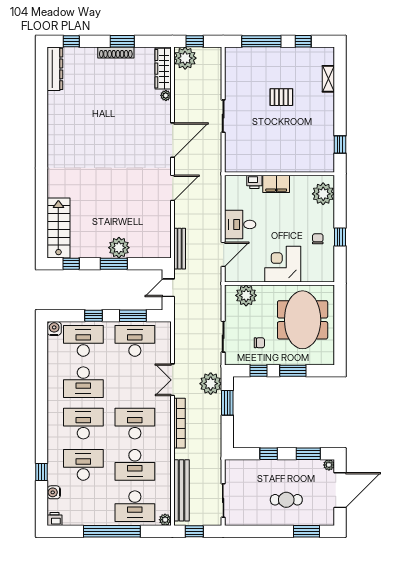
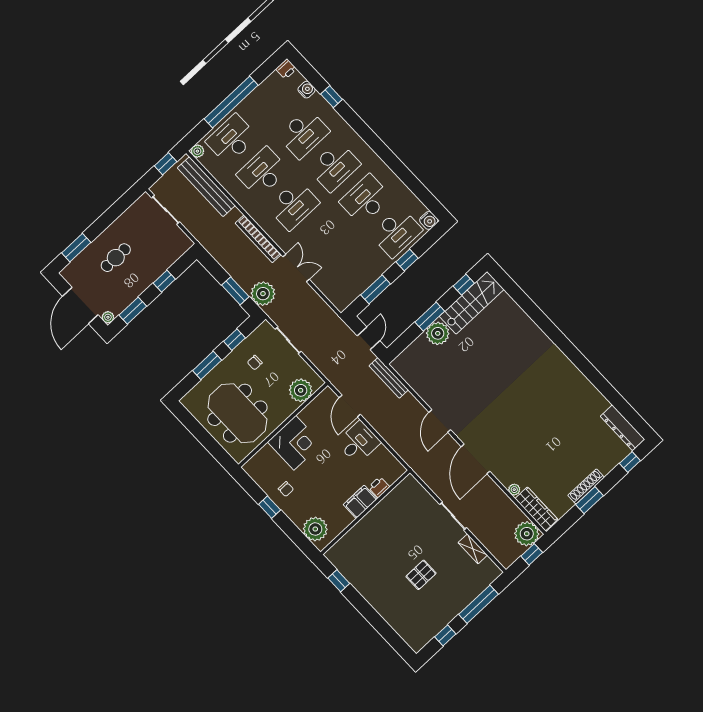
shelving: (328, 79) -> (473, 549), moved
stairs: (58, 228) -> (472, 303), moved, turned -90
desk: (135, 341) -> (355, 271), removed

